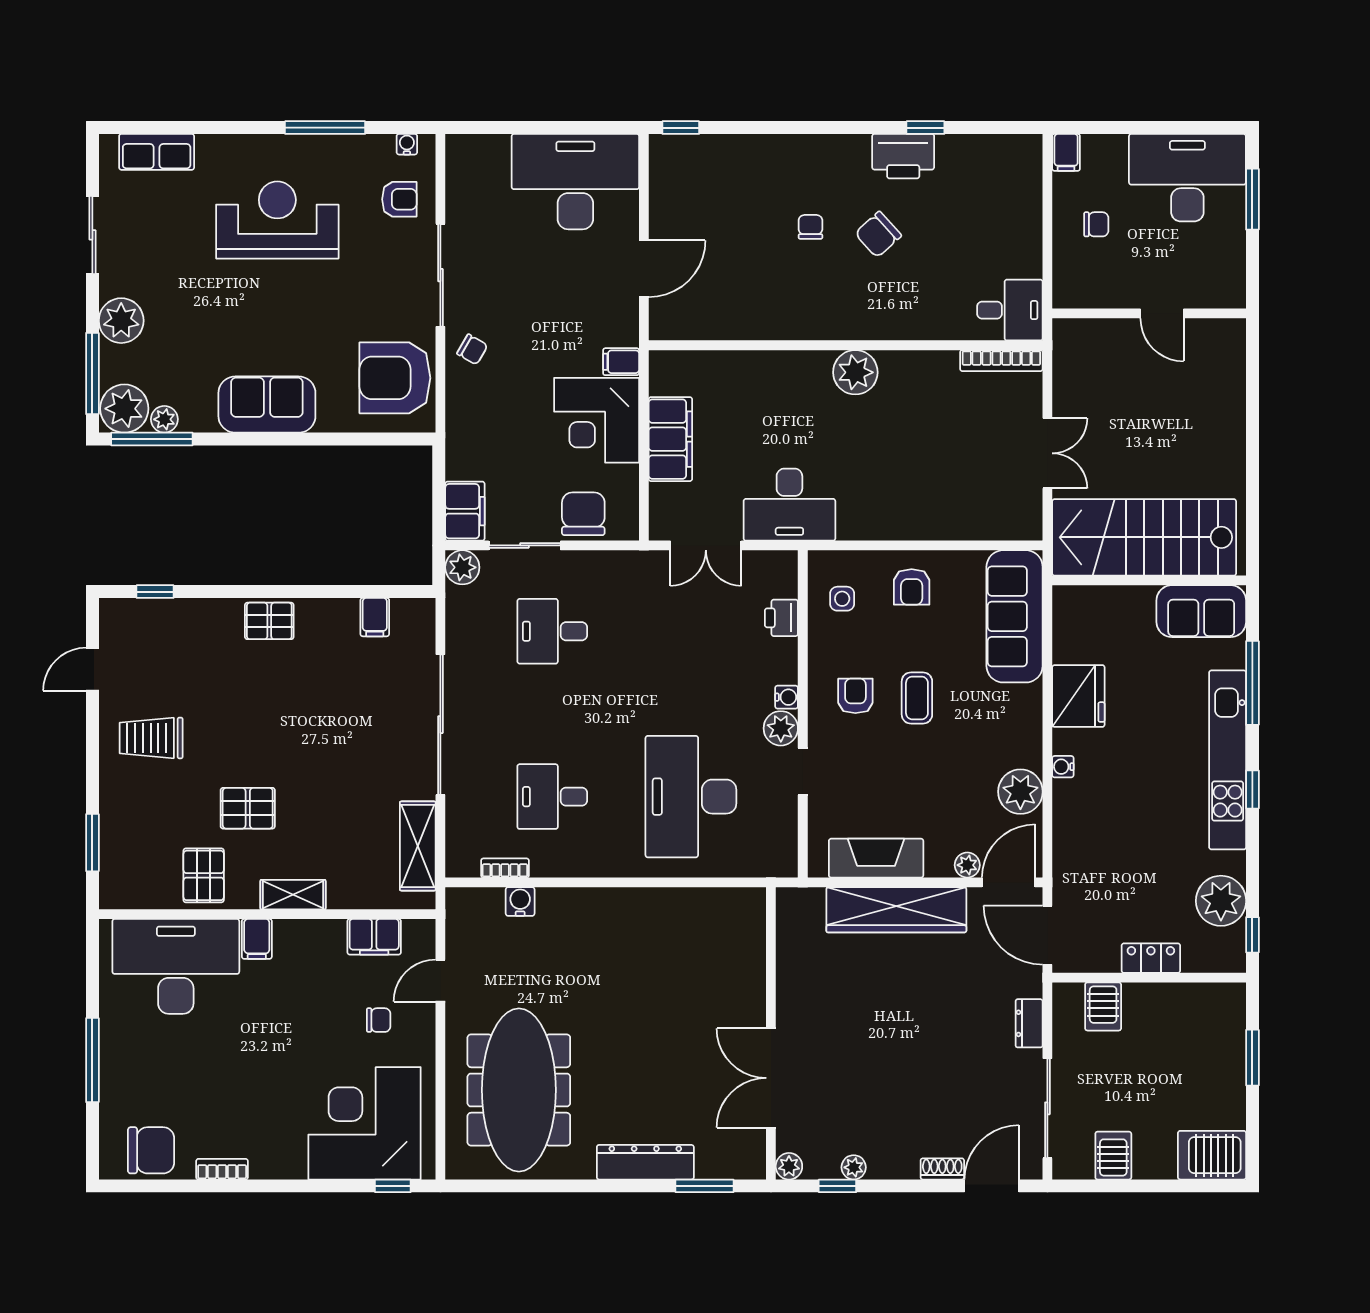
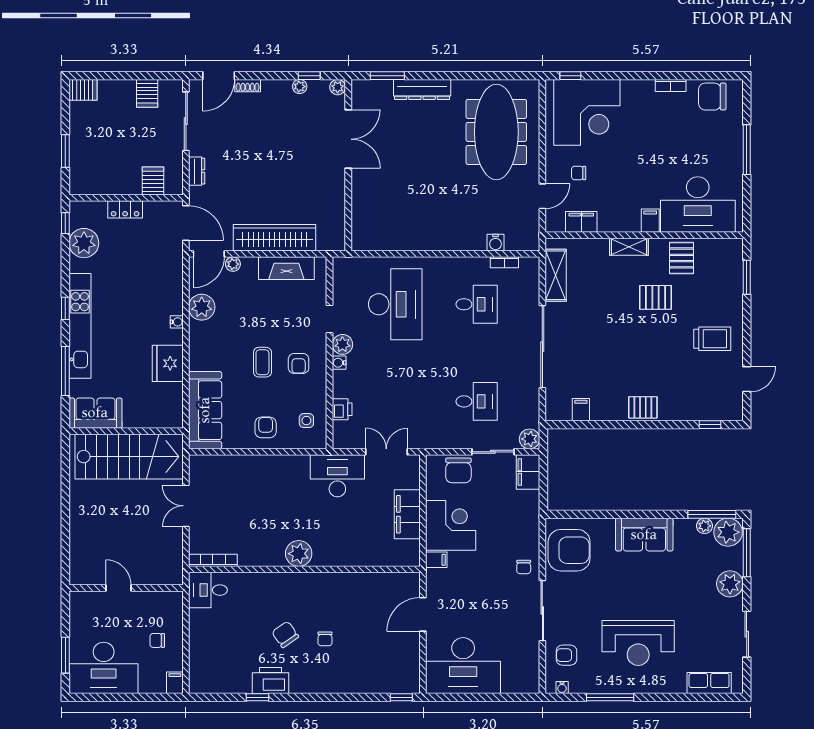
chair: (878, 234) -> (285, 634), turned -83
chair: (472, 349) -> (524, 567), turned -120
server rack: (1212, 1155) -> (83, 90), width x0.73, depth x0.70

